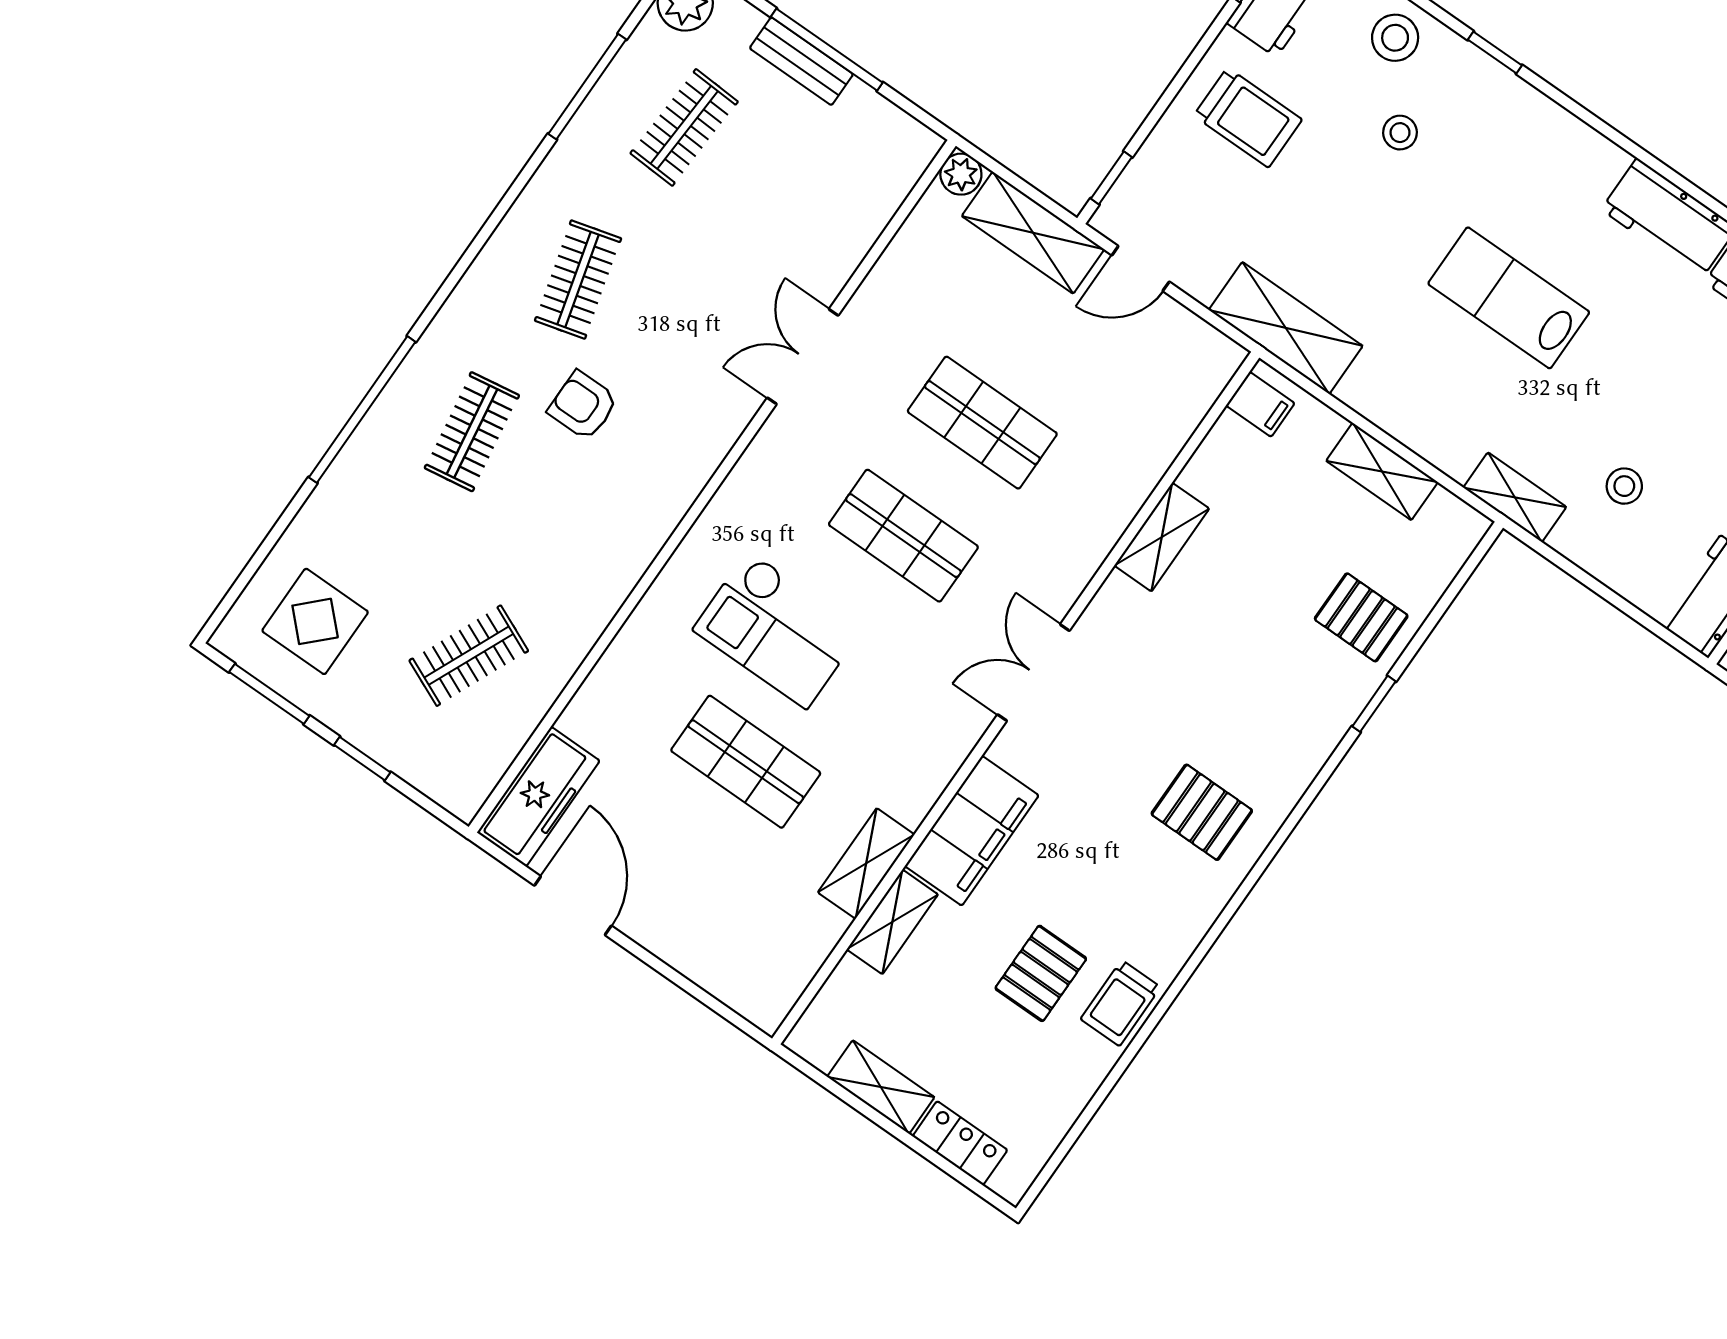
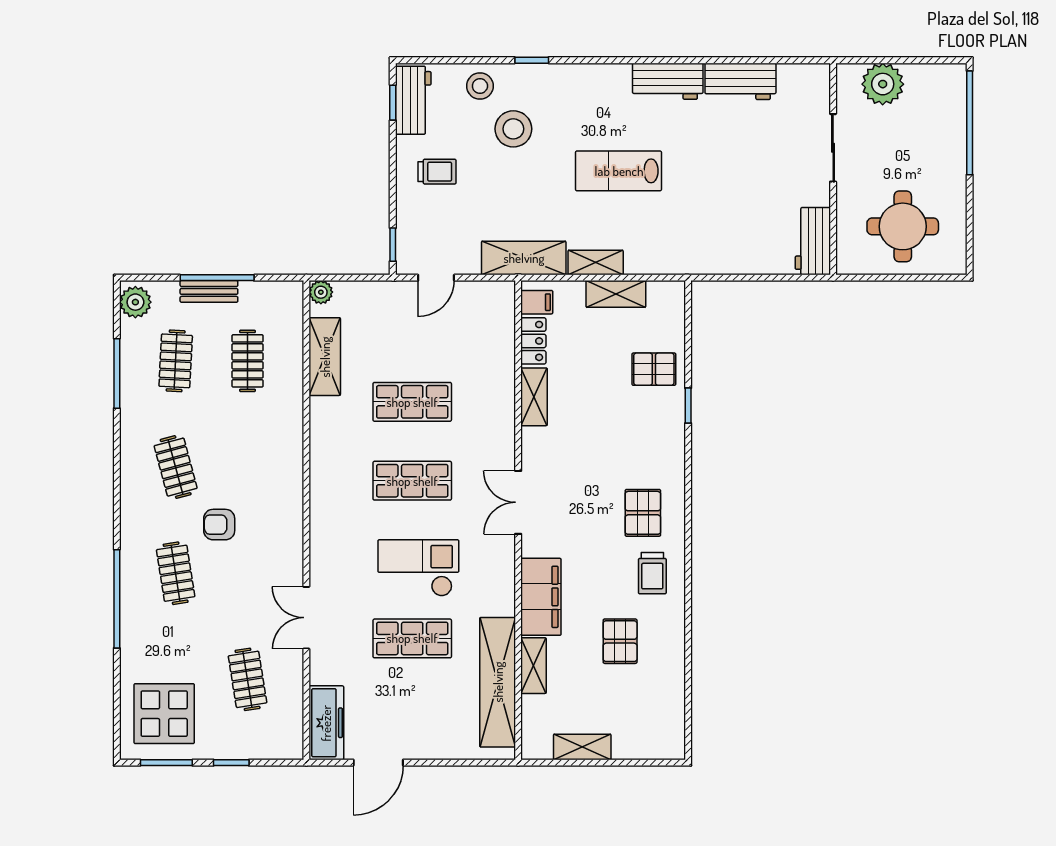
trolley: (1248, 118) -> (437, 172), width x0.73, depth x0.72
stool: (1400, 133) -> (513, 129), width x1.89, depth x1.89
clothes rail: (787, 199) -> (248, 361), added
shelving: (1033, 233) -> (325, 357), moved, turned 90
double door: (803, 357) -> (306, 618), moved
stool: (1624, 486) -> (734, 221), removed
shelving: (1515, 497) -> (596, 263), moved
display table: (315, 621) -> (164, 714), width x1.36, depth x1.36
checkout: (777, 630) -> (418, 568), moved, turned 180
clothes rail: (469, 656) -> (248, 679), turned -33
pallet: (1202, 812) -> (643, 513), turned 90
shelving: (866, 863) -> (498, 682), width x2.20, depth x1.33
door: (573, 906) -> (378, 763), swing flipped
trolley: (1121, 1003) -> (652, 573), moved
locker: (960, 1143) -> (533, 341), moved, turned 90

